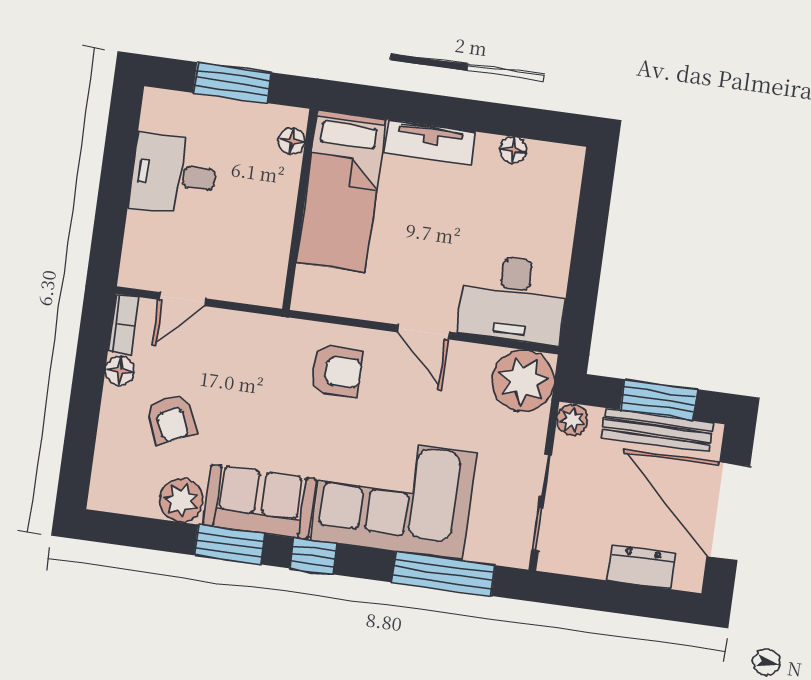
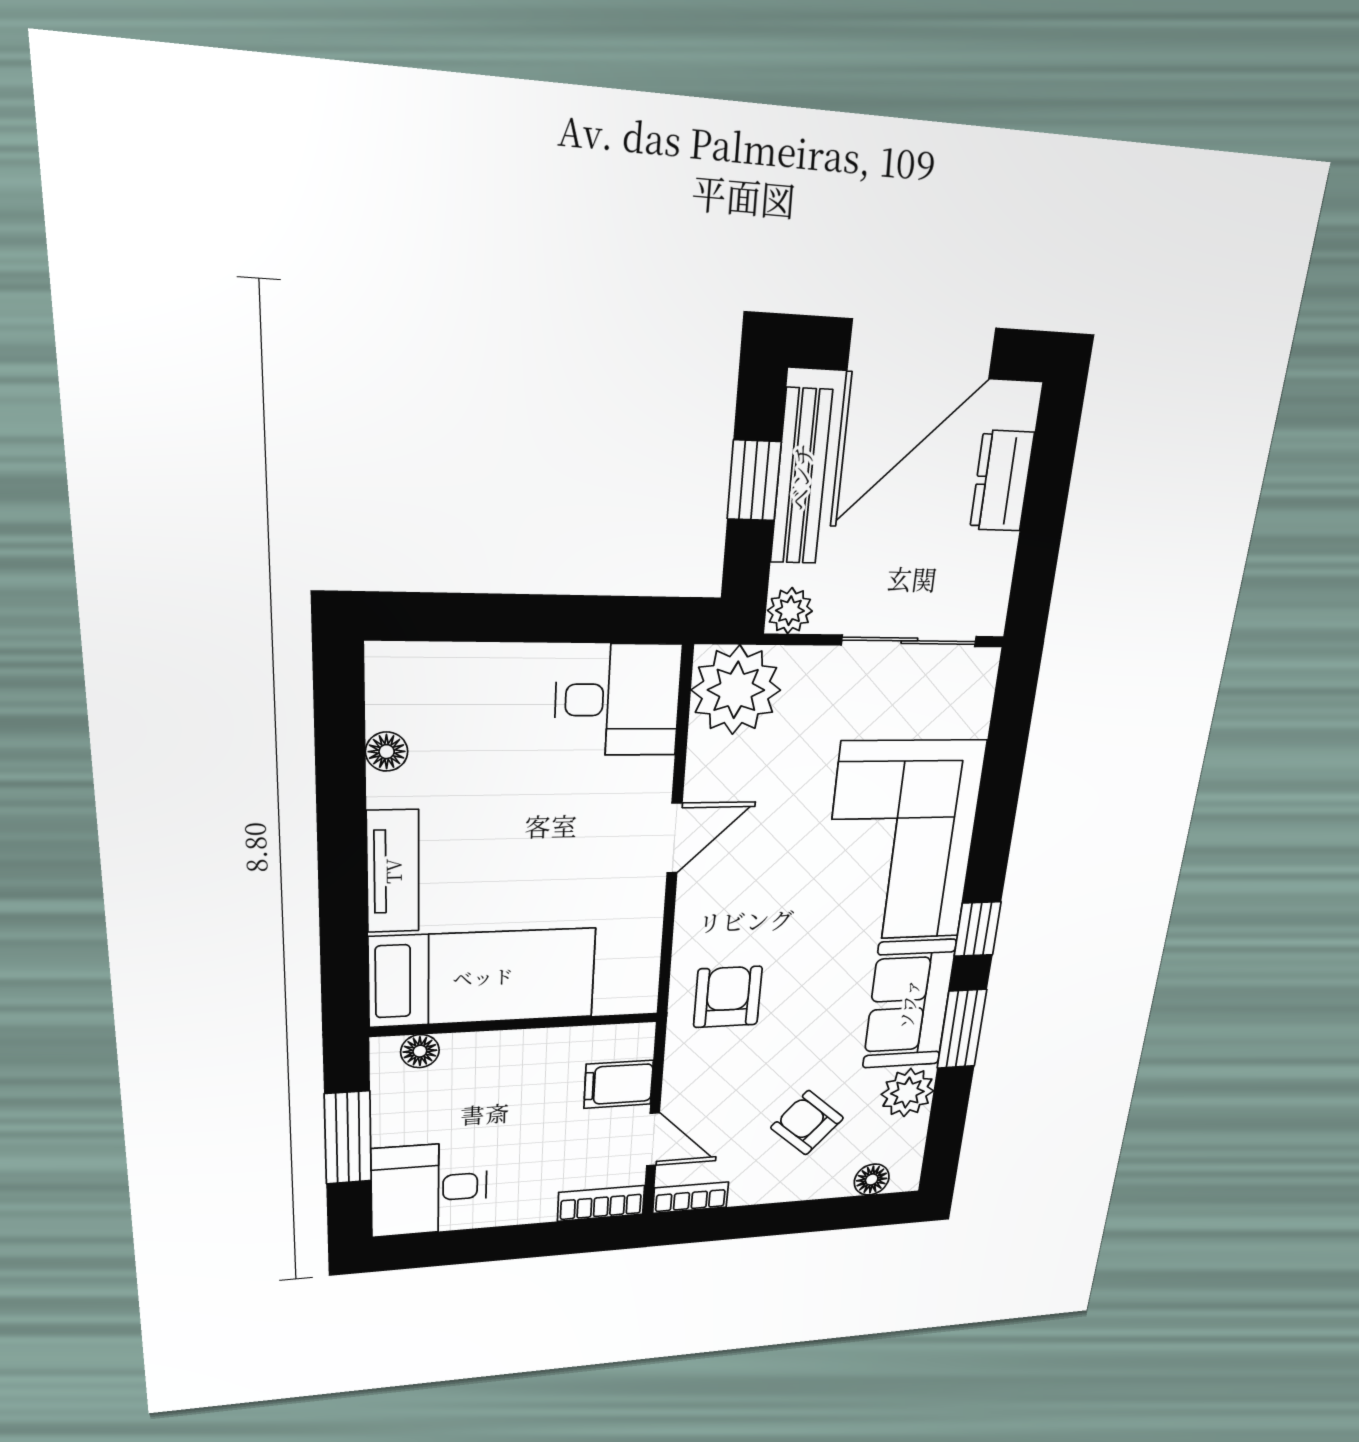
desk: (174, 175) -> (429, 1189), moved, turned 90
bookcase: (134, 255) -> (601, 1203), added
filing cabinet: (236, 277) -> (619, 1084), added
desk: (513, 299) -> (618, 700), width x0.73
floor lamp: (120, 371) -> (872, 1180), moved
armchair: (337, 371) -> (728, 997), moved
window: (659, 400) -> (754, 480), width x0.67
armchair: (171, 419) -> (807, 1123), turned -114
window: (443, 574) -> (1004, 762), removed

